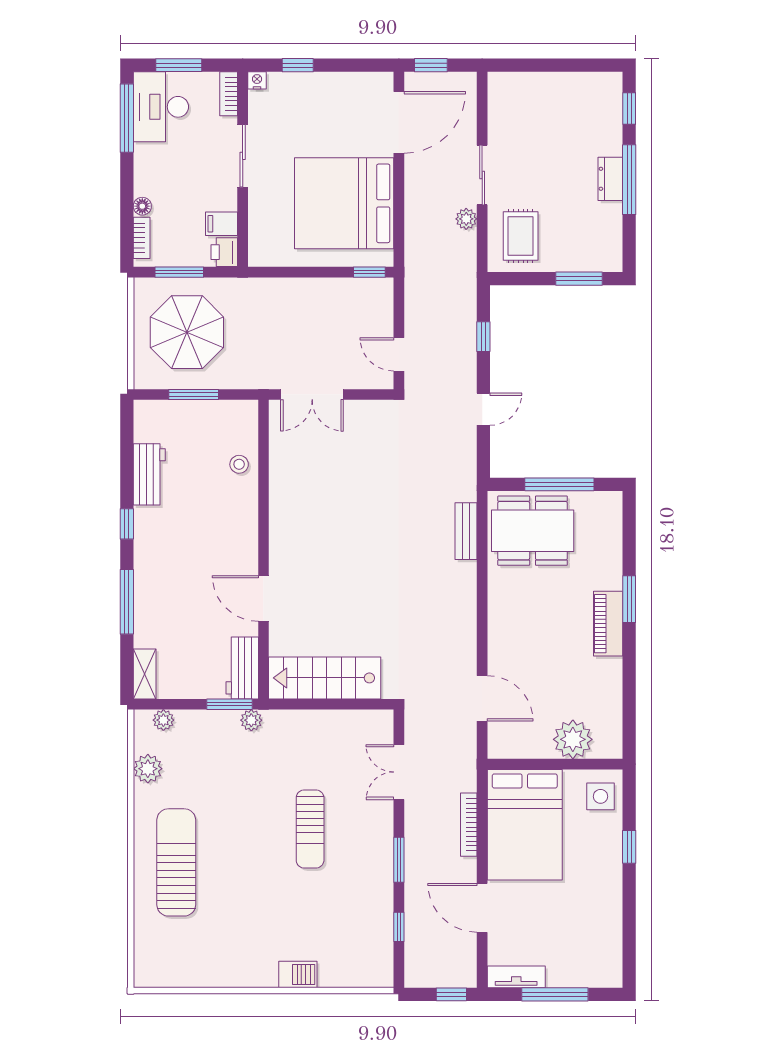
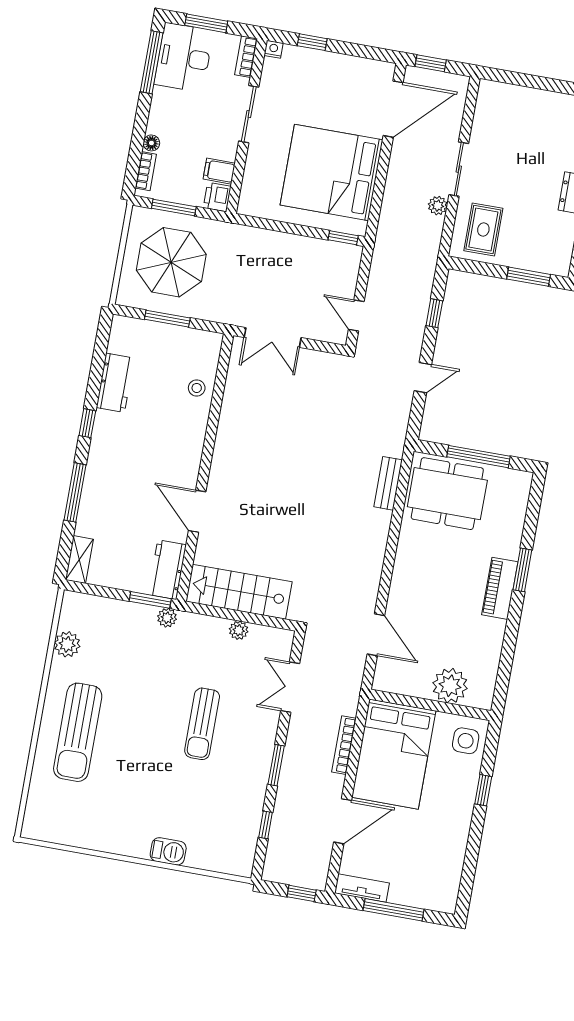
plant: (163, 720) -> (239, 630), moved
sun lounger: (176, 862) -> (78, 732), turned 180
door: (482, 908) -> (343, 821), swing flipped

